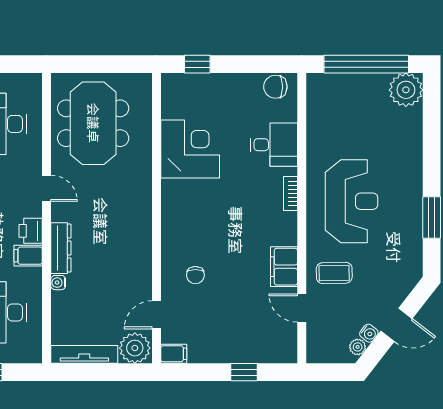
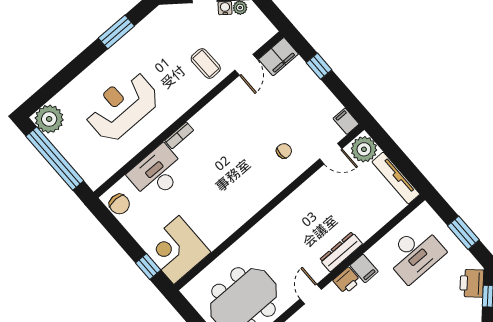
desk: (274, 145) -> (157, 173), width x1.37
corner desk: (190, 149) -> (176, 250), moved
reception desk: (351, 201) -> (122, 106), moved
filing cabinet: (284, 267) -> (278, 57), moved
water cooler: (58, 283) -> (365, 234), removed

